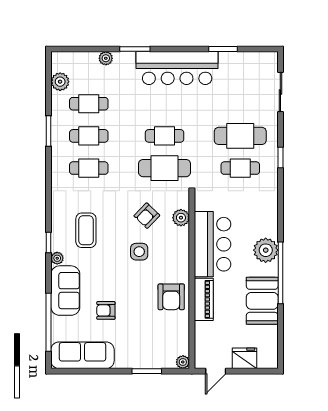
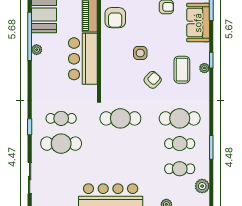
cafe table: (165, 136) -> (120, 144), removed
cafe table: (89, 168) -> (180, 118), width x1.37, depth x1.35
armchair: (147, 216) -> (153, 80), moved
plant: (181, 218) -> (108, 80), removed
plant: (266, 250) -> (37, 50), width x0.53, depth x0.53
plant: (57, 258) -> (204, 68), moved
armchair: (171, 297) -> (115, 18), turned 180

